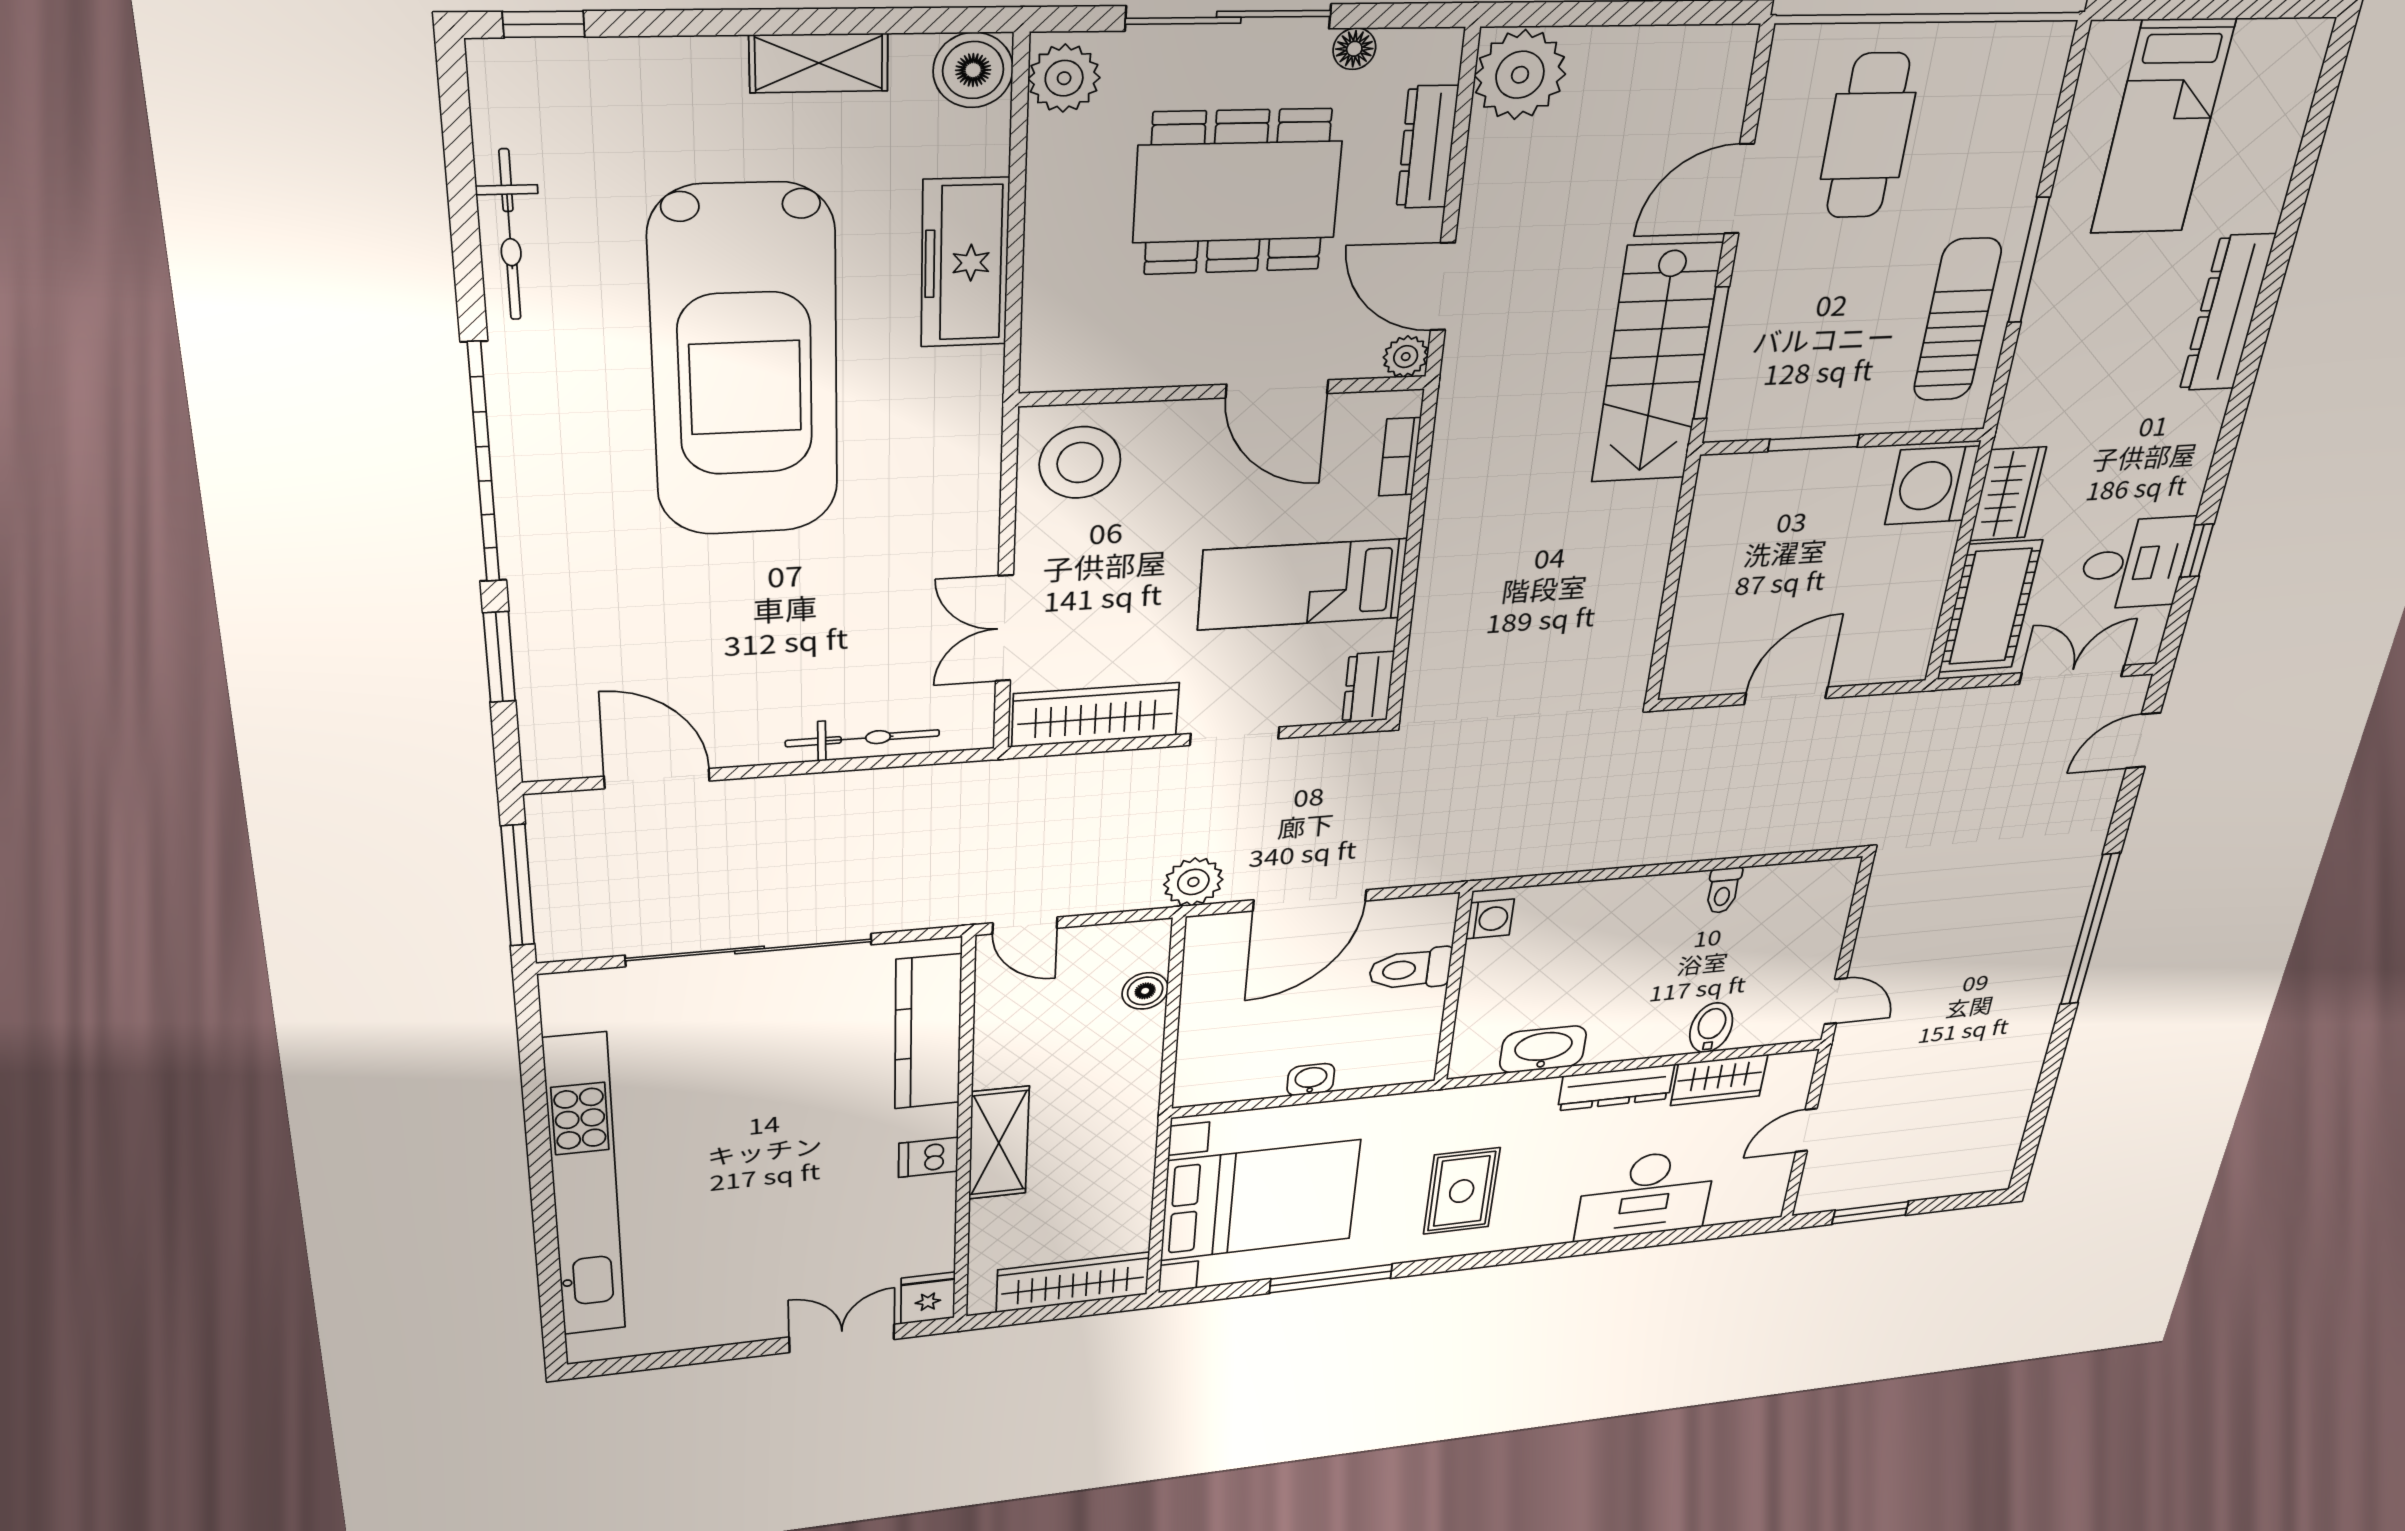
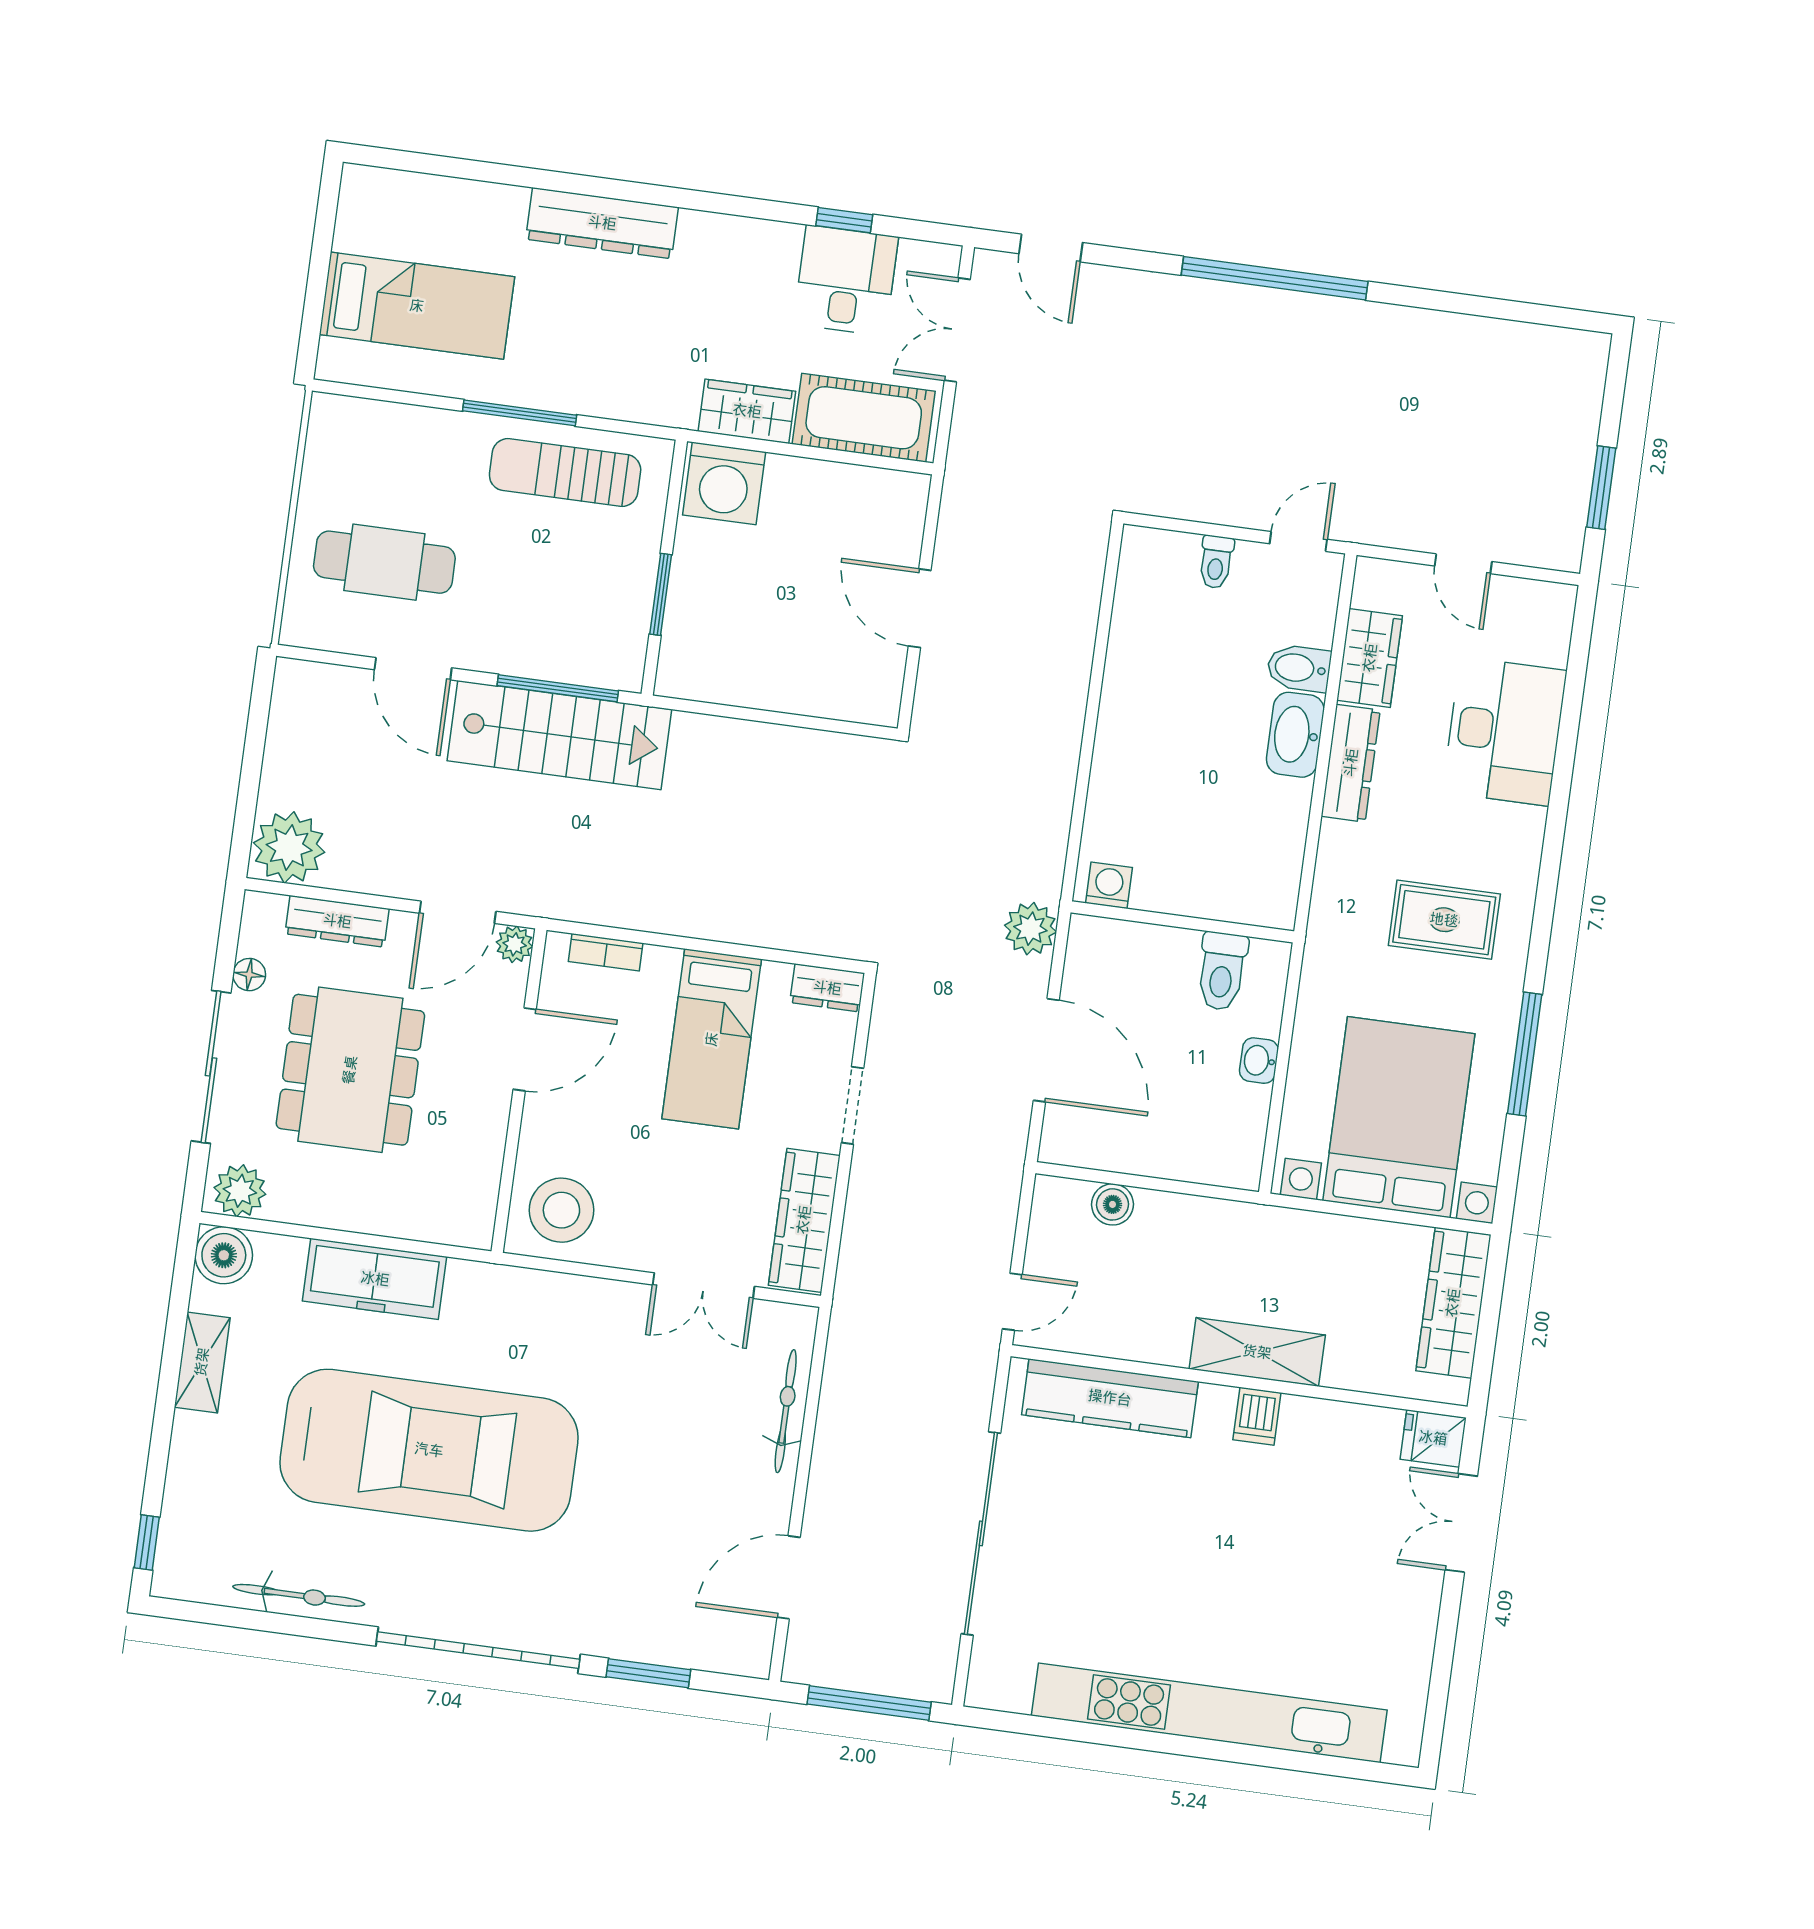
plant: (1193, 882) -> (1030, 929), moved
toilet: (1723, 890) -> (1216, 562), moved, turned 90
toilet: (1410, 969) -> (1222, 971), moved
washbasin: (1543, 1049) -> (1295, 735), moved

